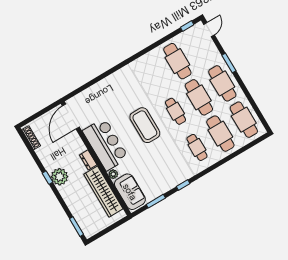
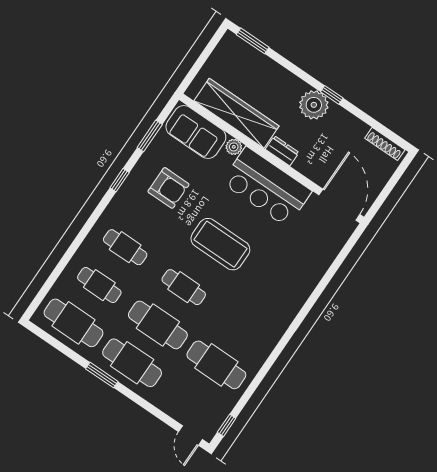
window: (229, 63) -> (102, 375), moved
cafe table: (220, 134) -> (99, 285), width x0.73, depth x0.74
armchair: (159, 168) -> (168, 188), added

